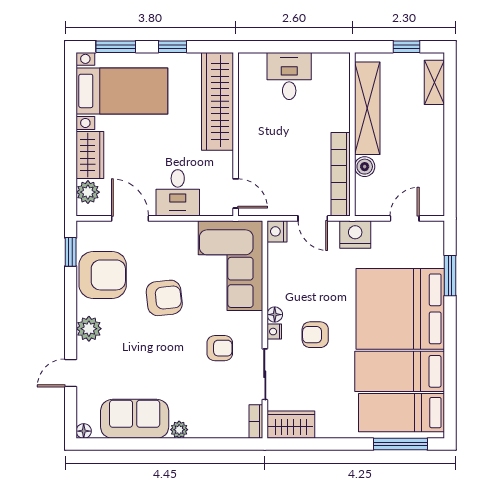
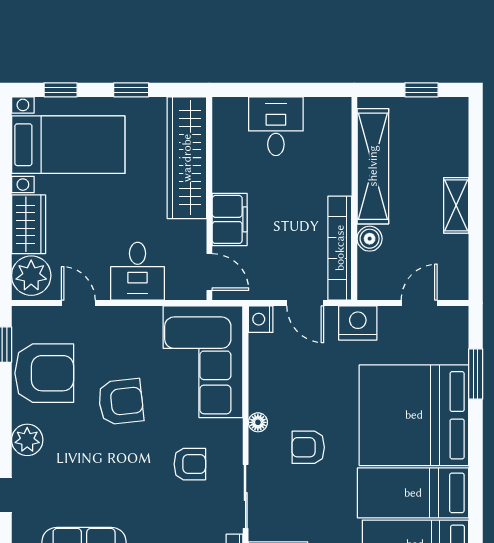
window: (116, 47) -> (61, 90), width x0.67
shelving: (434, 82) -> (456, 205), moved
filing cabinet: (252, 151) -> (230, 219), added
plant: (88, 192) -> (31, 276), width x1.36, depth x1.36
door: (130, 218) -> (78, 303), width x0.73
nightstand: (274, 332) -> (257, 443), removed

